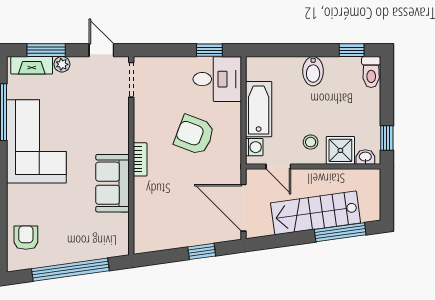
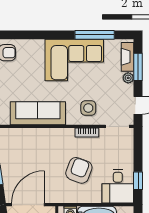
side table: (105, 121) -> (88, 108), added
bookcase: (140, 159) -> (87, 132), moved
sofa: (112, 183) -> (38, 113), width x1.36

